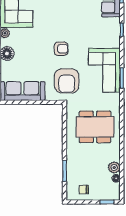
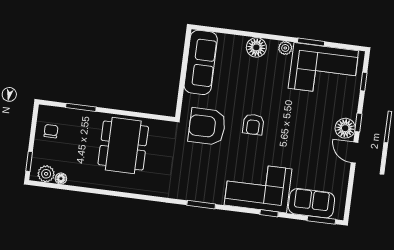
corner sofa: (104, 70) -> (258, 187), moved
dining table: (95, 127) -> (123, 146), moved
plant: (114, 168) -> (46, 174), moved

